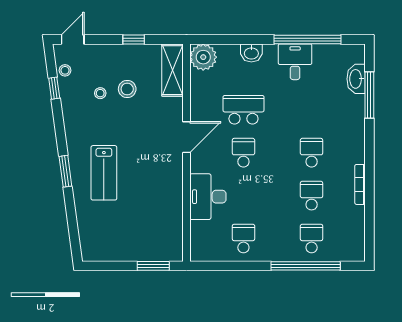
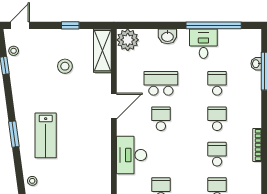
washbasin: (356, 79) -> (256, 64), width x0.52, depth x0.69
stool: (100, 93) -> (32, 181), moved
school desk: (312, 110) -> (217, 83), added

